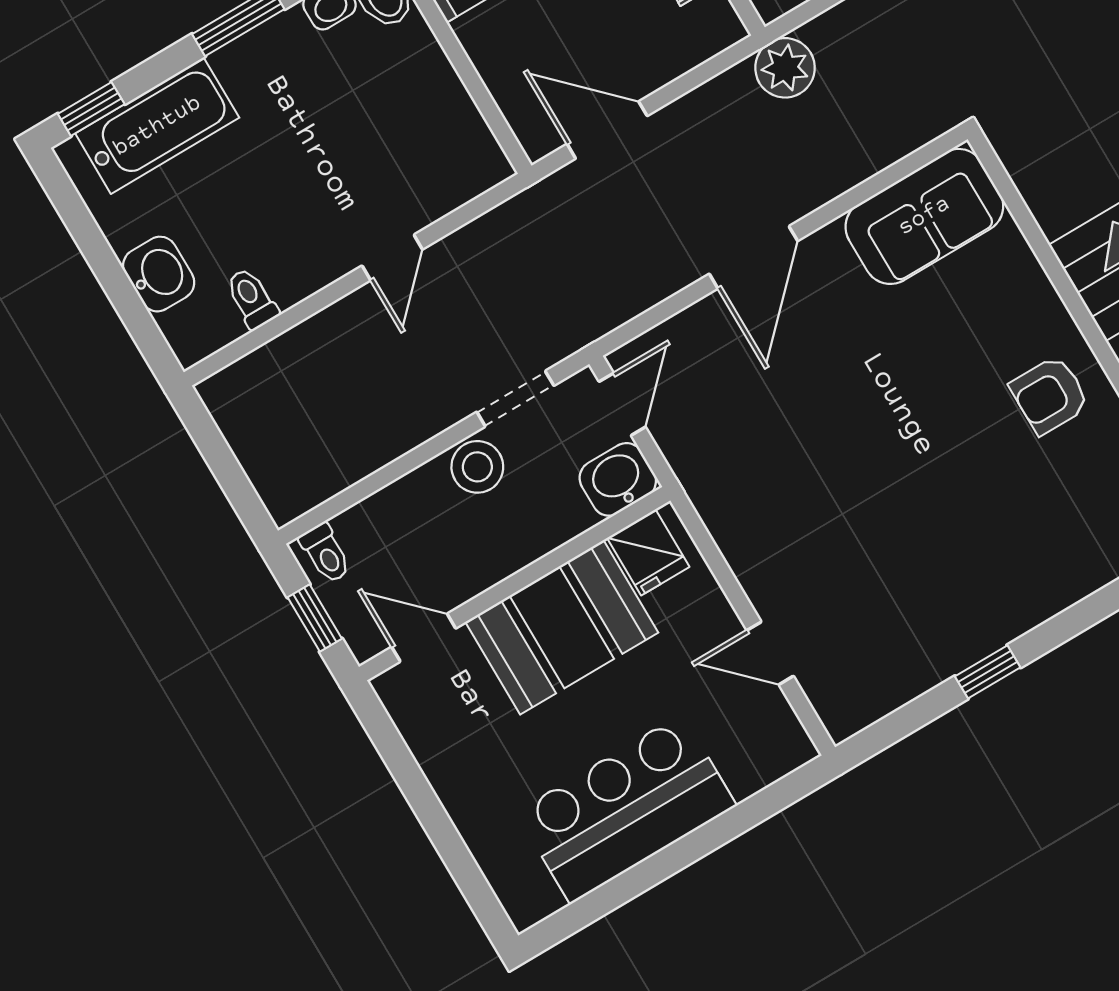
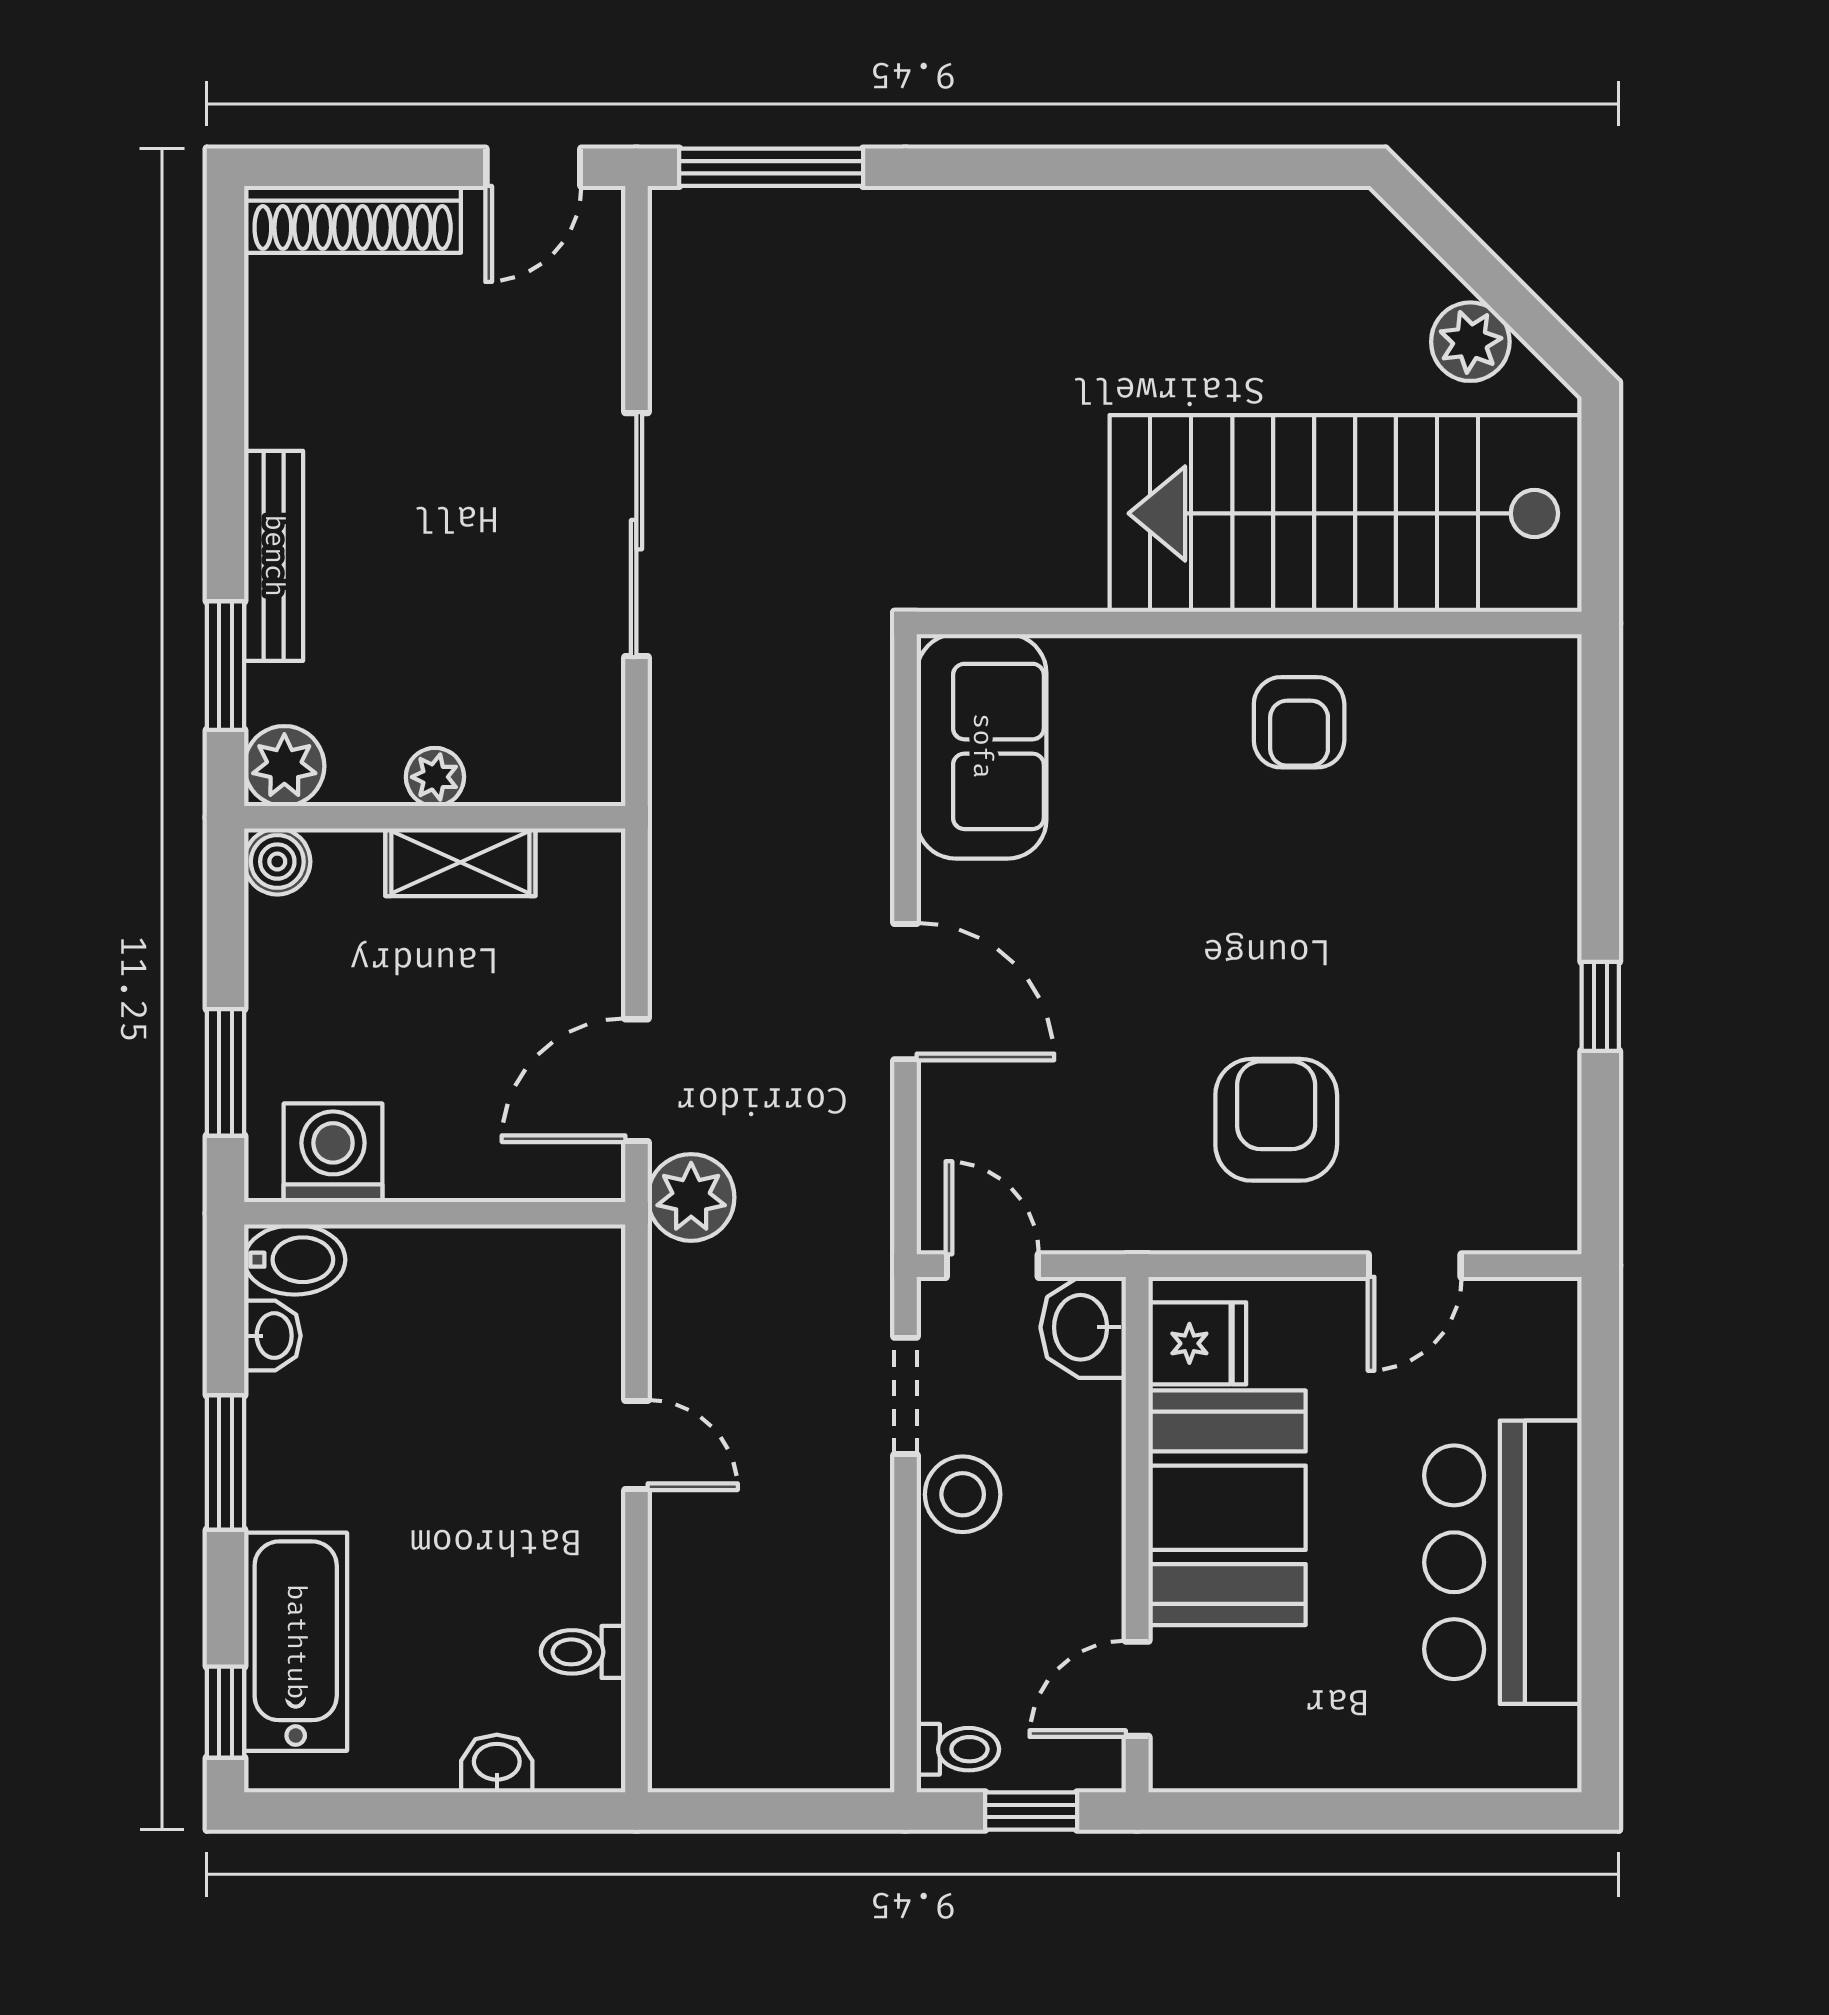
plant: (785, 68) -> (691, 1197), moved
washbasin: (159, 274) -> (497, 1763), width x0.72, depth x0.69
armchair: (807, 521) -> (1276, 1120), added

